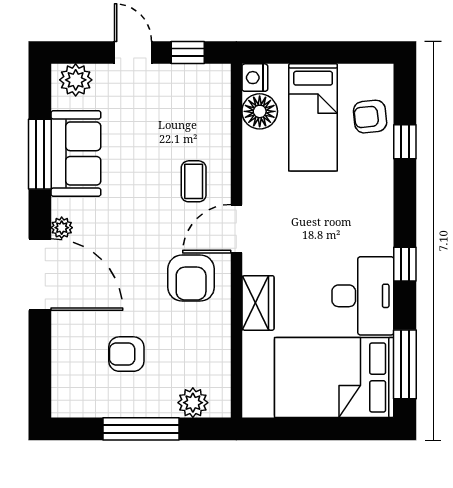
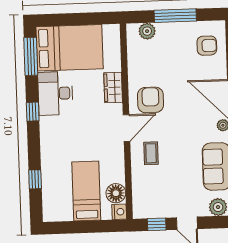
armchair: (370, 117) -> (55, 192), removed
armchair: (126, 354) -> (207, 46), moved

